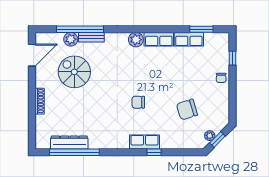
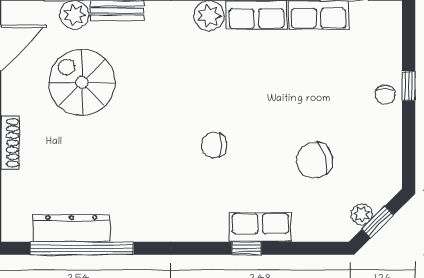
window: (232, 58) -> (409, 86), moved
row of seats: (145, 142) -> (260, 227), moved

